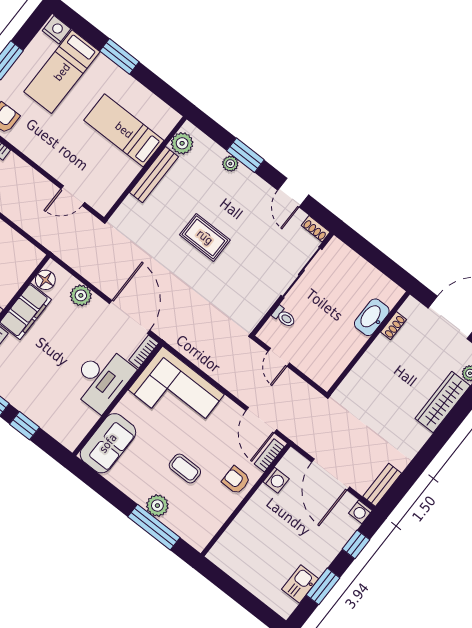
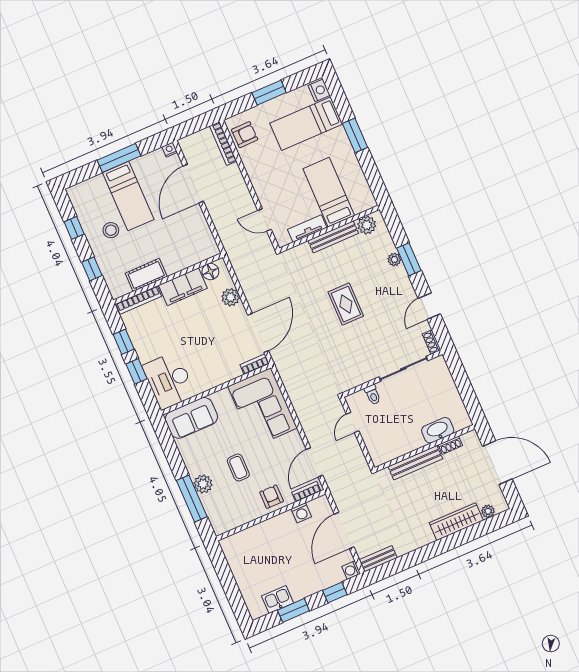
tv unit: (122, 181) -> (307, 229), added
bench: (367, 364) -> (415, 463), added
desk: (102, 379) -> (169, 380), moved, turned 90

